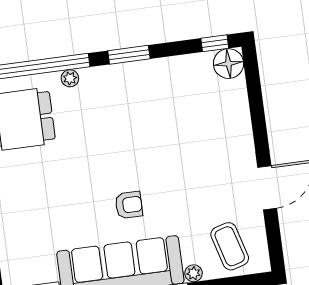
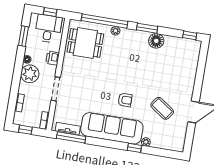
floor lamp: (229, 64) -> (156, 41), moved
coffee table: (230, 246) -> (162, 108), moved, turned -39

